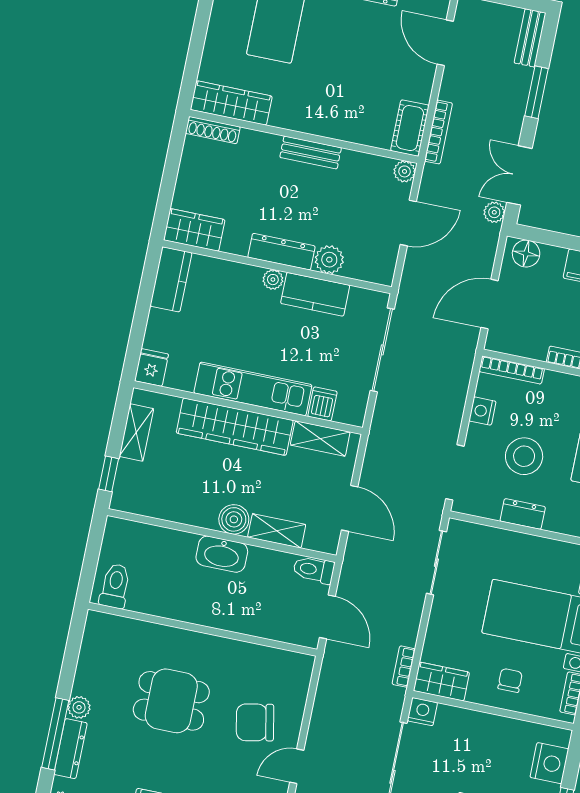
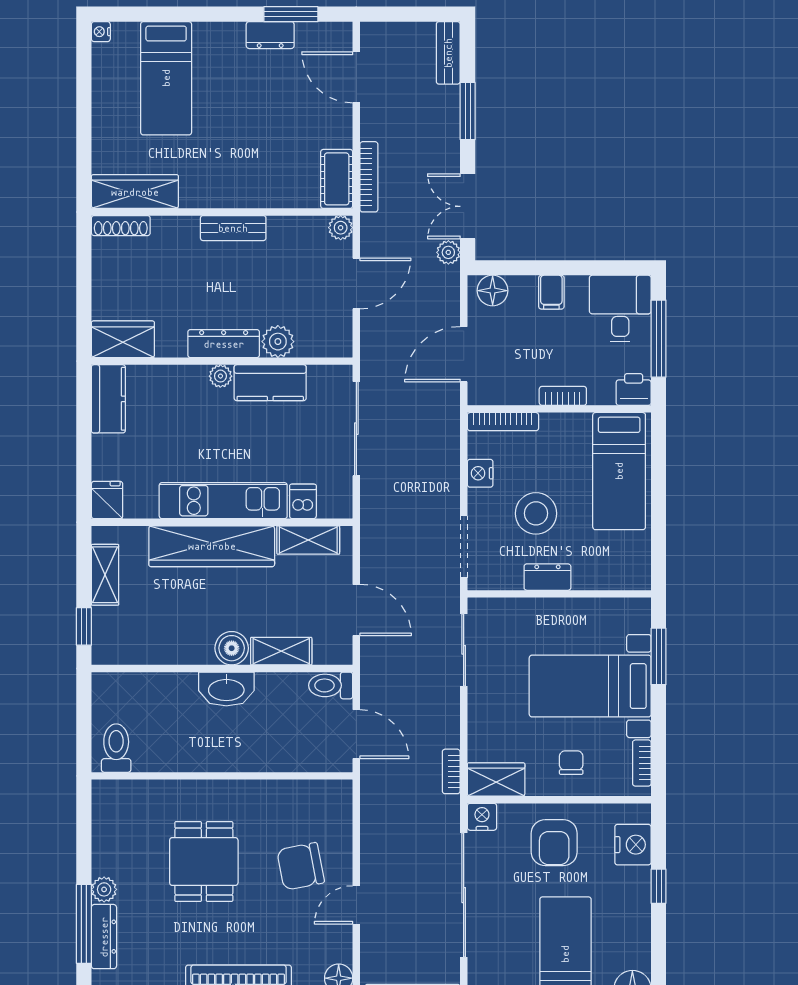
dining table: (171, 701) -> (204, 862), turned 90
armchair: (481, 747) -> (554, 843), added

